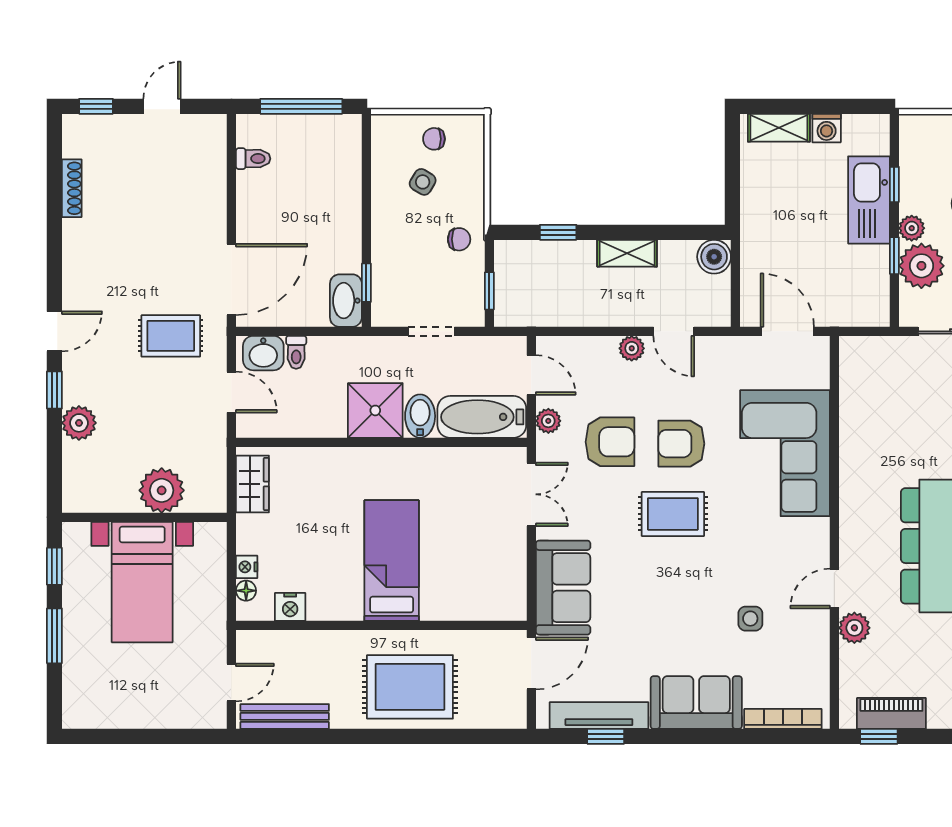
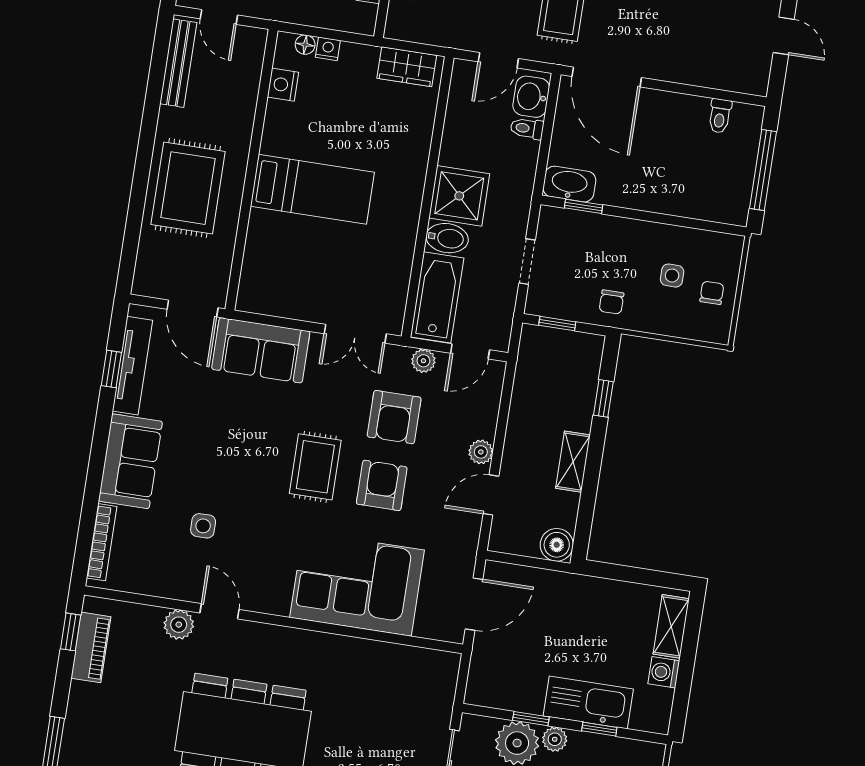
side table: (423, 182) -> (672, 276), turned -31

